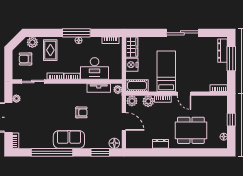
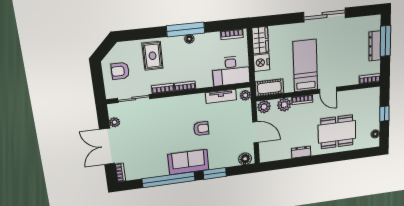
plant: (32, 42) -> (127, 48), removed
dresser: (223, 51) -> (375, 46), moved
desk: (95, 68) -> (231, 71), moved
window: (100, 152) -> (215, 173), moved

